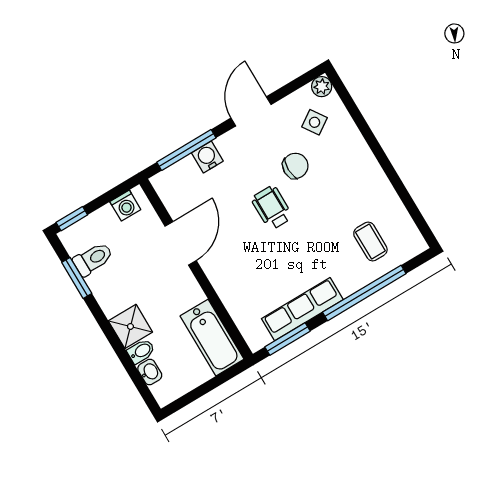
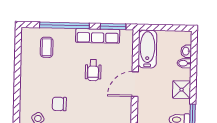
wheelchair: (272, 208) -> (93, 70), moved
door: (181, 243) -> (135, 84), moved
shower: (130, 326) -> (182, 90), moved

